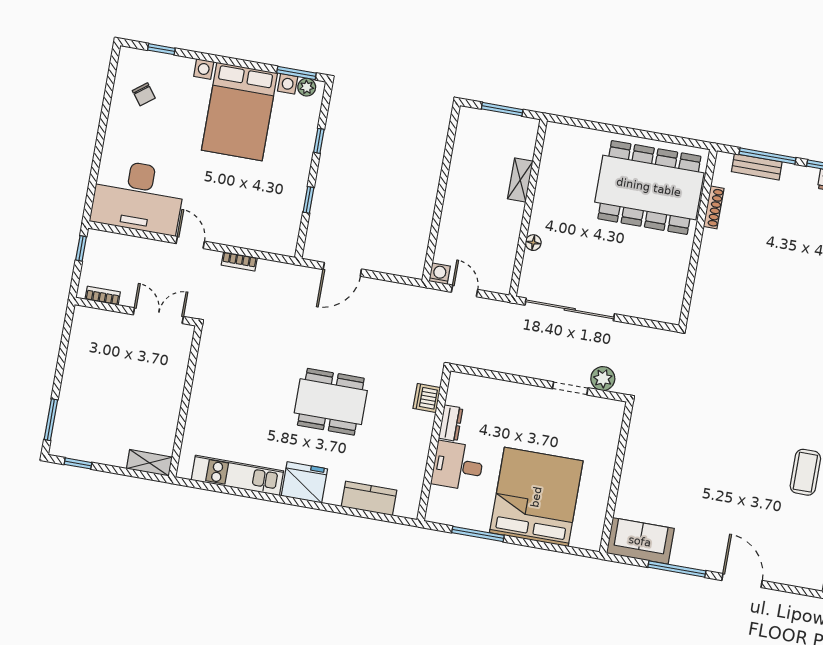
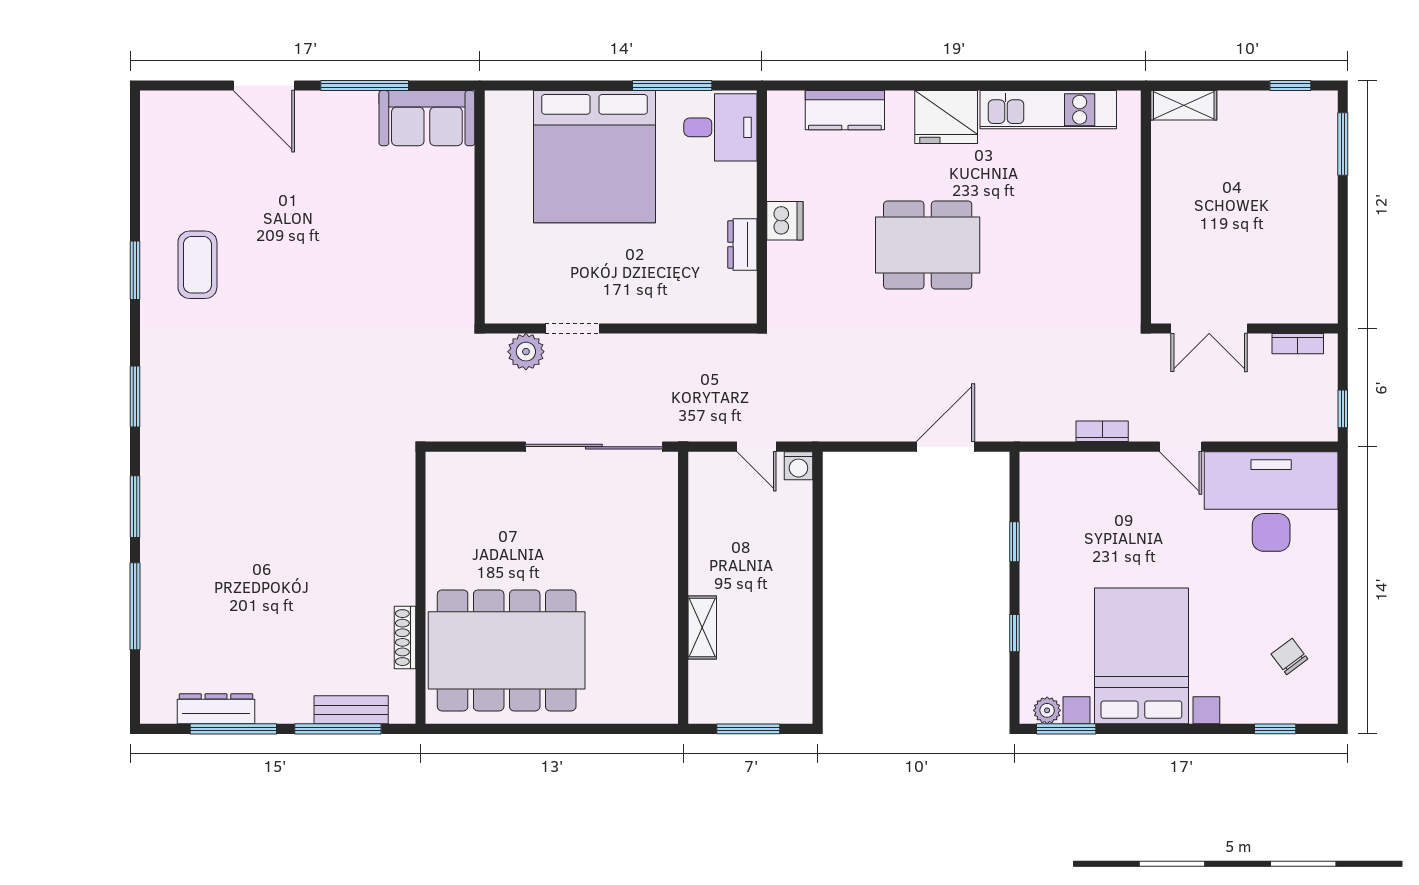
floor lamp: (533, 243) -> (666, 537), removed
dishwasher: (427, 398) -> (785, 221), moved
desk: (458, 466) -> (720, 127), moved

